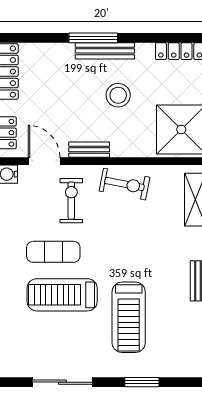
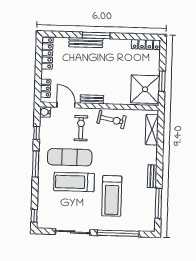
bench: (105, 51) -> (86, 43), moved
stool: (118, 95) -> (109, 69), removed
exercise mat: (53, 252) -> (70, 157), width x1.36, depth x1.45
window: (142, 382) -> (118, 233), width x2.11

